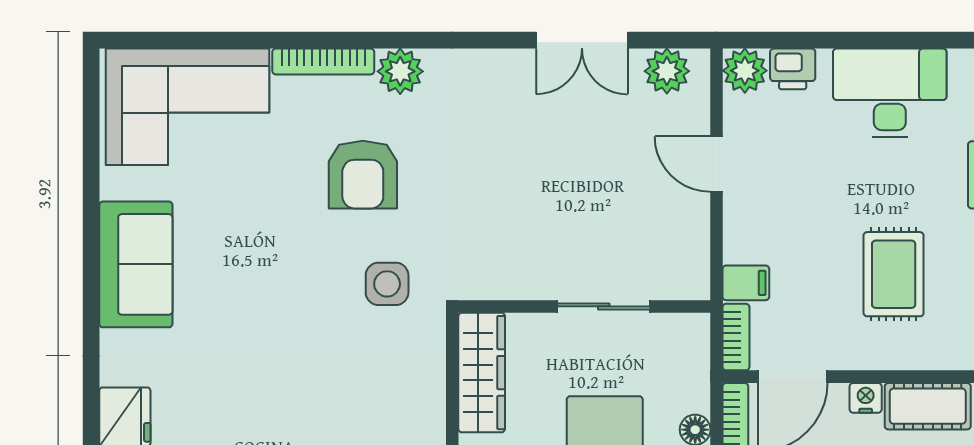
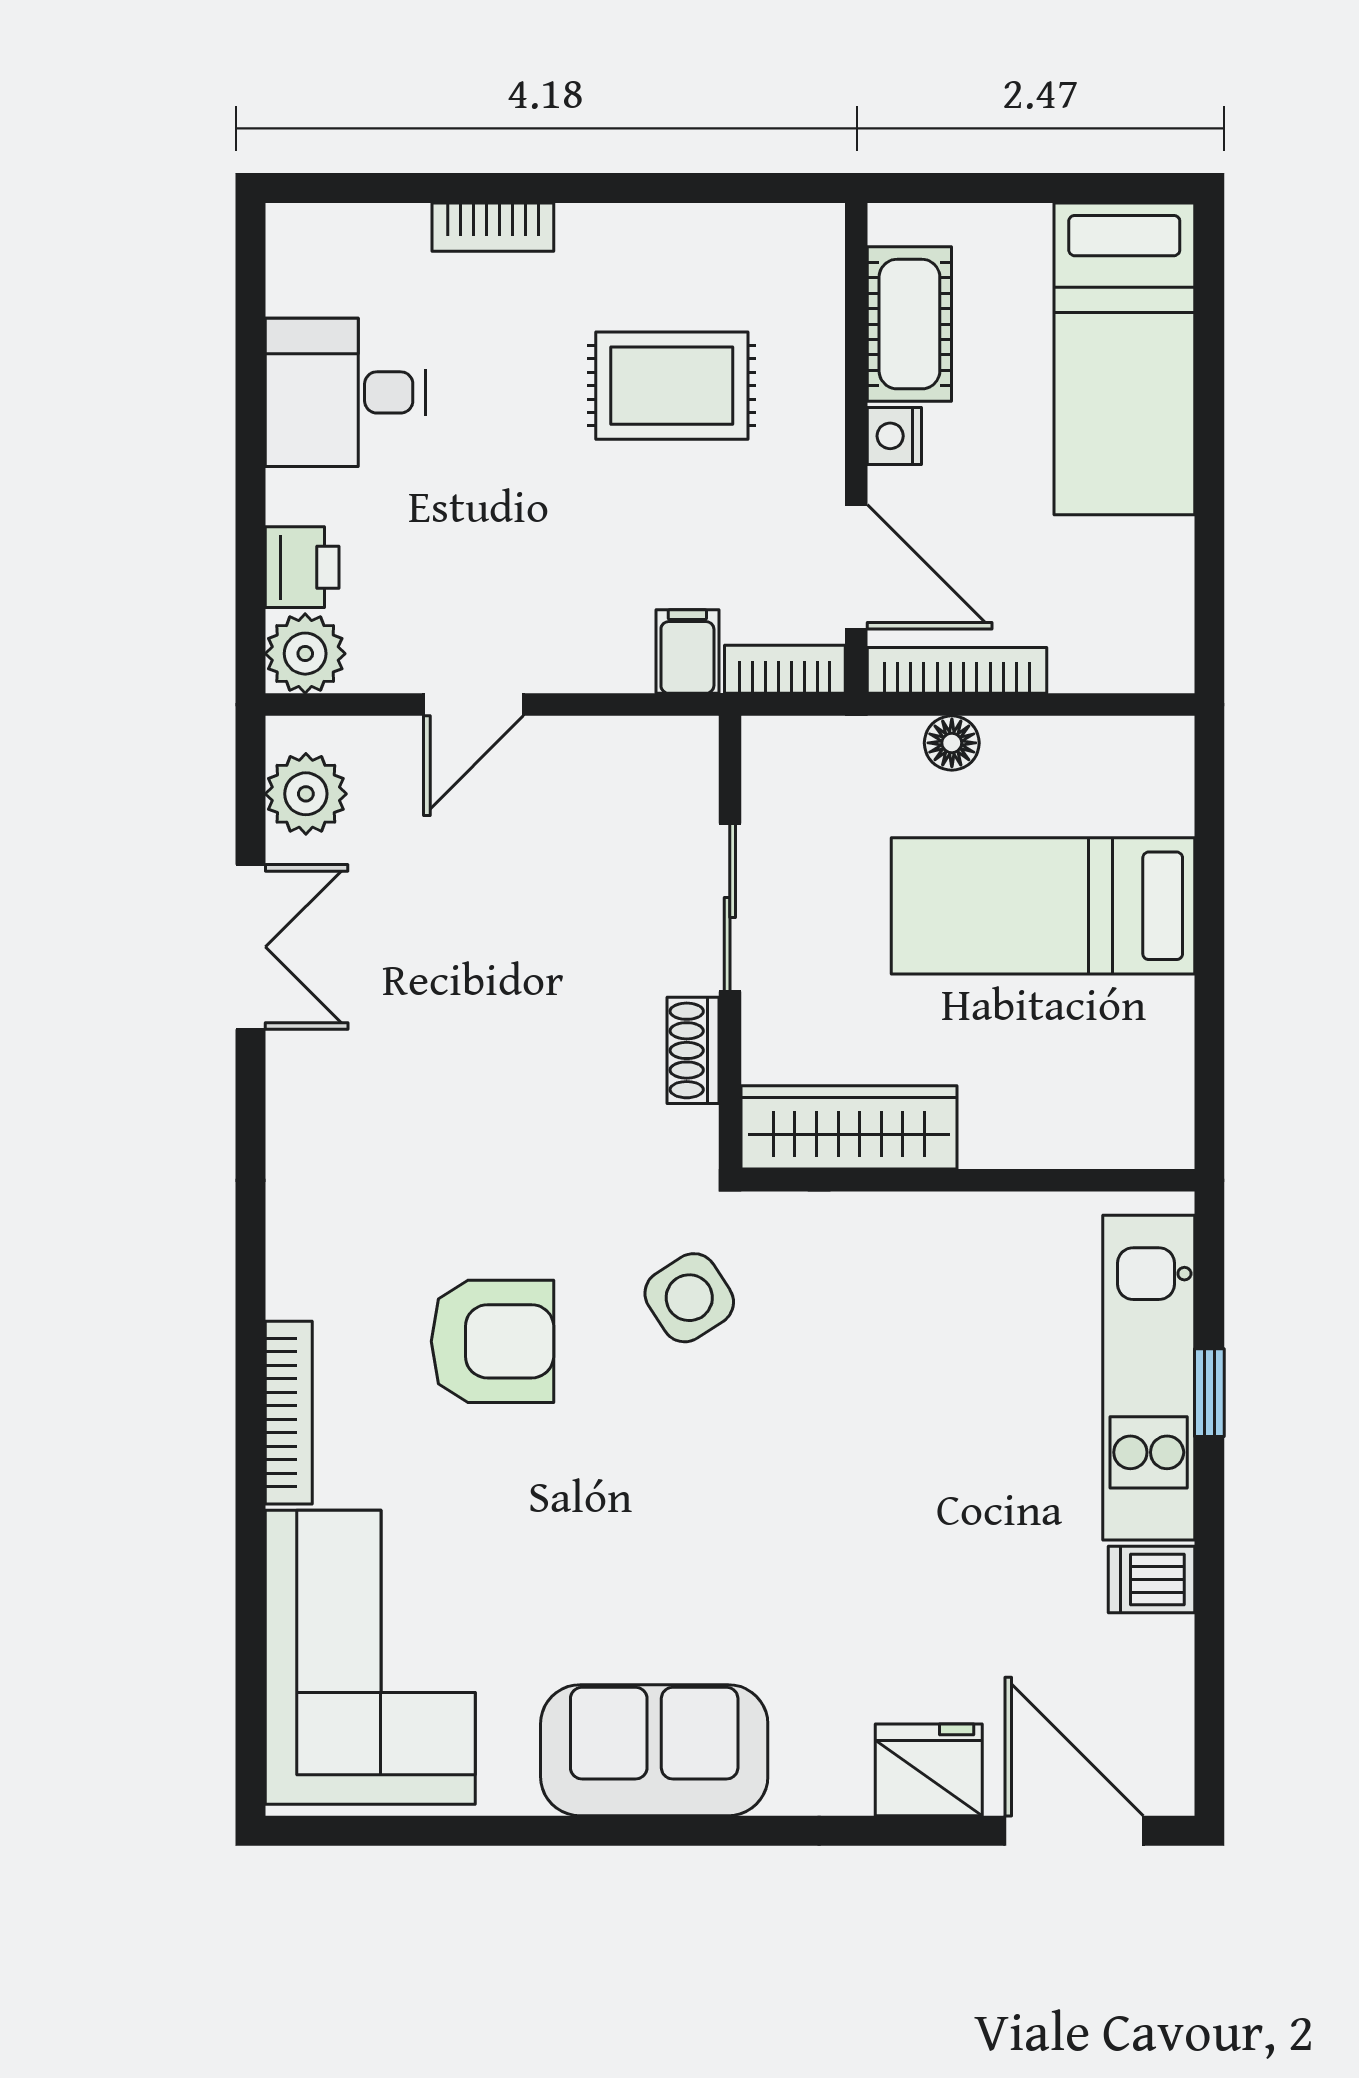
plant: (400, 71) -> (306, 1274), removed
desk: (890, 93) -> (345, 392), width x0.73
side table: (387, 284) -> (689, 1298), turned -33
shoe rack: (524, 286) -> (693, 1050), added

